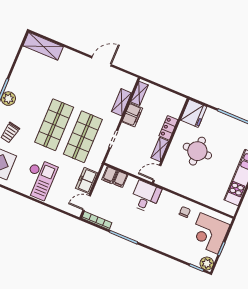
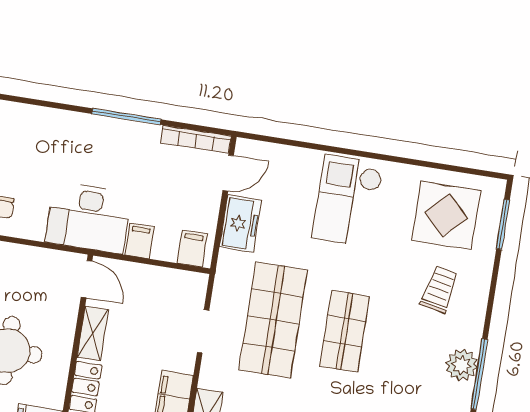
shop shelf: (54, 125) -> (345, 331), width x0.70, depth x0.74
door: (157, 173) -> (87, 279), hinge flipped
filing cabinet: (120, 179) -> (139, 241), moved
desk: (146, 197) -> (89, 218), width x1.37

